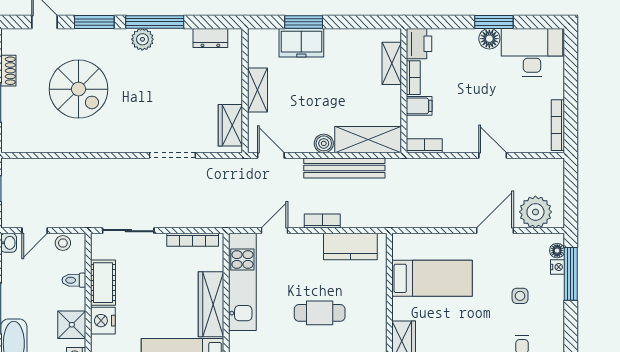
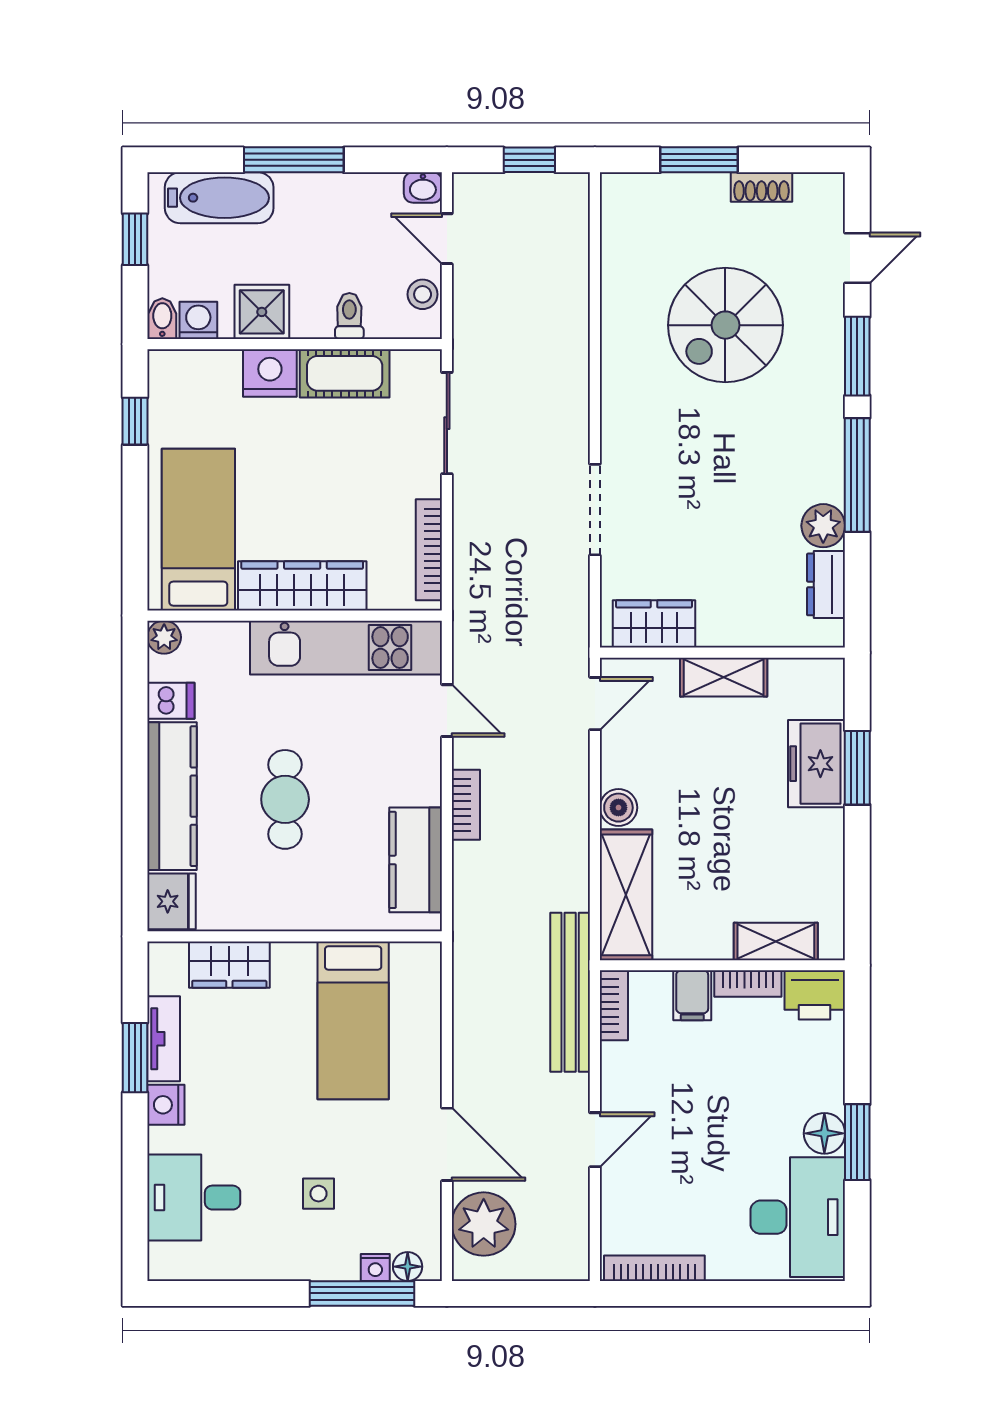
plant: (142, 39) -> (823, 526), moved
bench: (344, 168) -> (570, 992), moved

